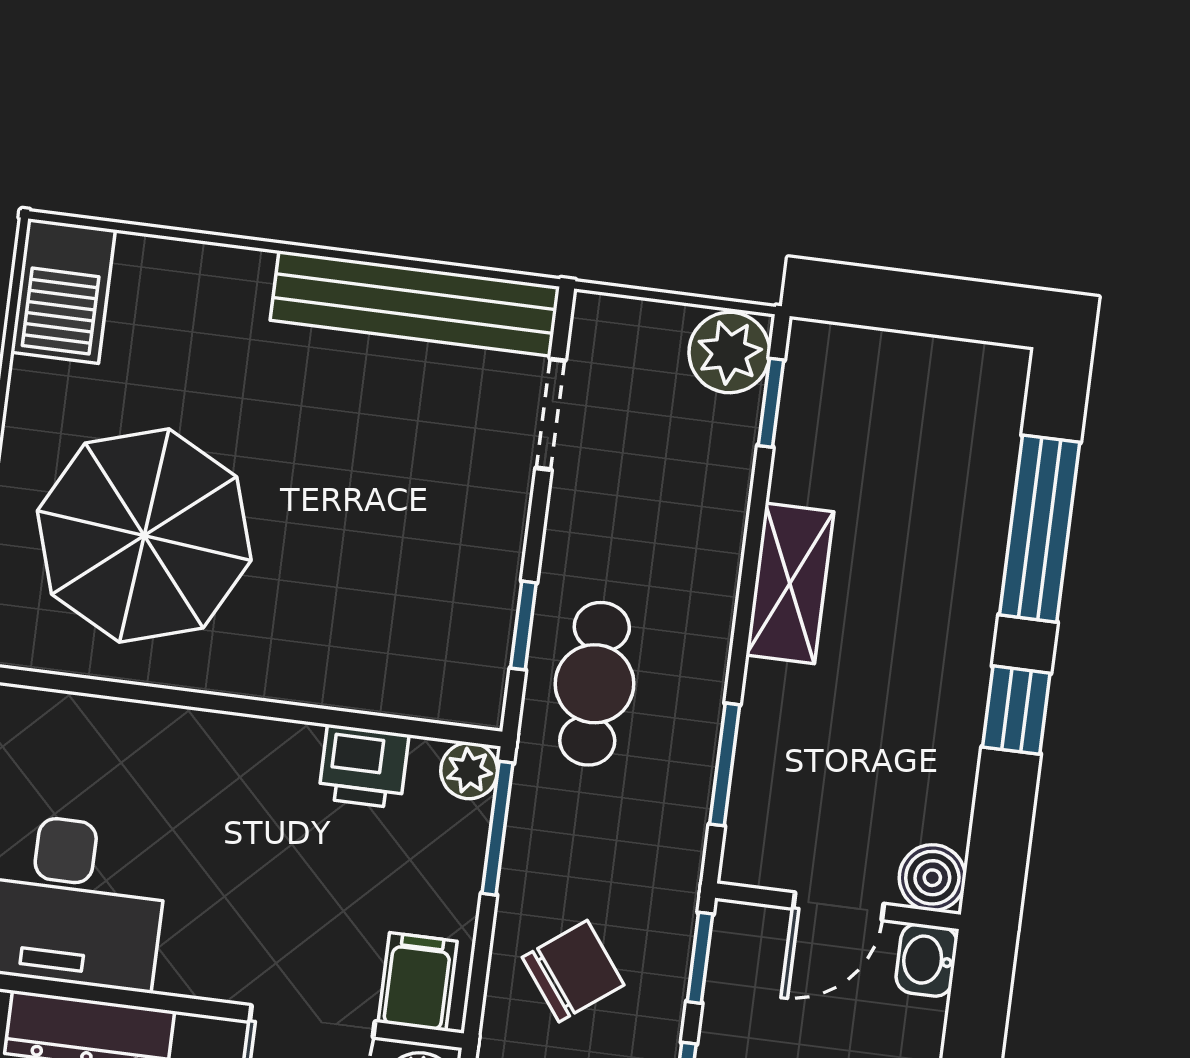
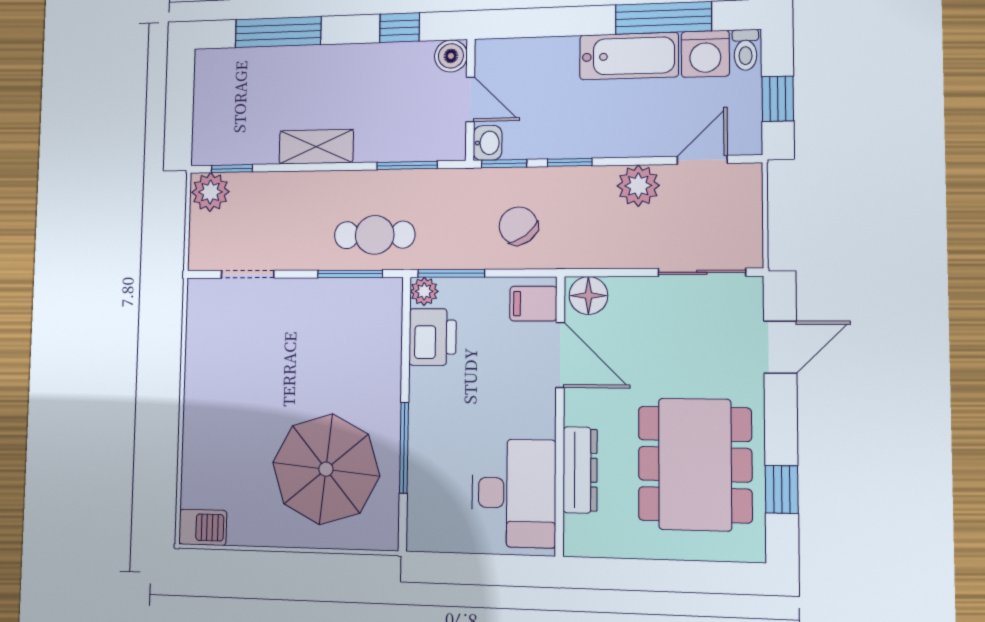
barbecue: (63, 291) -> (203, 527), width x0.73, depth x0.79
bench: (415, 303) -> (202, 347), removed
window: (523, 625) -> (350, 274), width x1.50
window: (169, 696) -> (404, 448), added
window: (1016, 710) -> (400, 28), moved
printer: (364, 766) -> (433, 337), width x1.36, depth x1.24
washbasin: (927, 960) -> (488, 143), moved, turned -90

